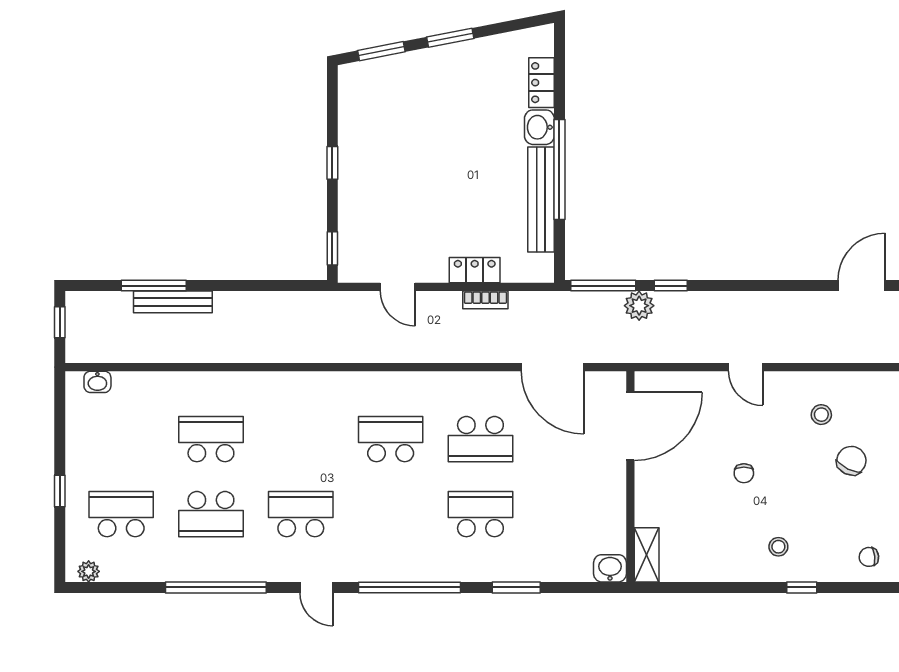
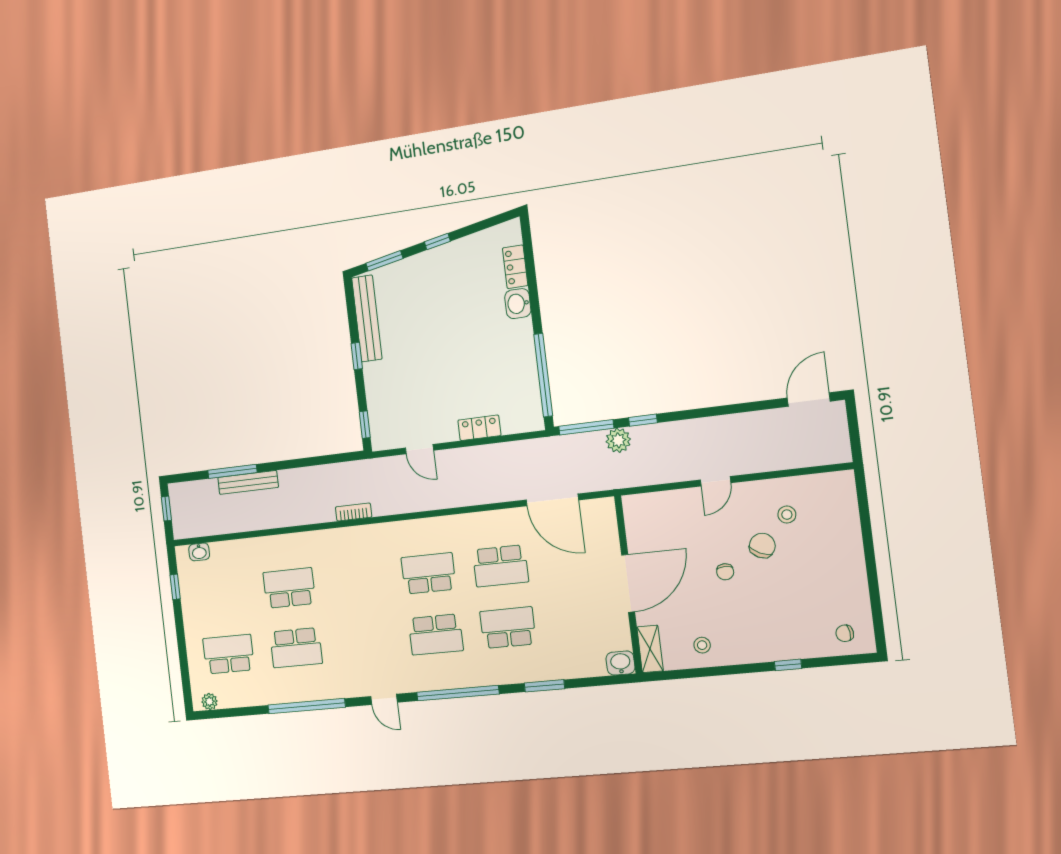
window: (450, 38) -> (437, 242), width x0.67
window: (559, 170) -> (543, 375), moved
bench: (541, 200) -> (367, 318), moved
bookcase: (485, 300) -> (354, 512), moved, turned 180
door: (746, 367) -> (716, 481), hinge flipped
door: (630, 426) -> (628, 583), moved
chair: (851, 461) -> (762, 546), moved
window: (60, 491) -> (175, 587), moved
school desk: (301, 514) -> (436, 634), moved, turned 180
stool: (778, 547) -> (702, 645), moved

